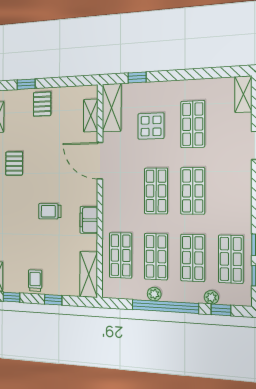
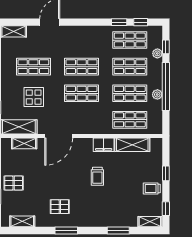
shelving: (89, 274) -> (132, 145), moved

